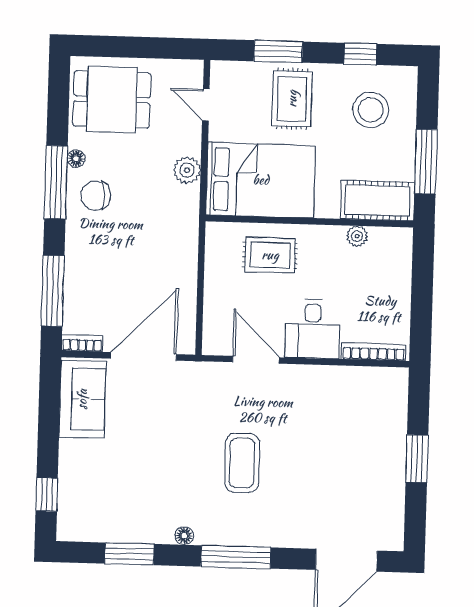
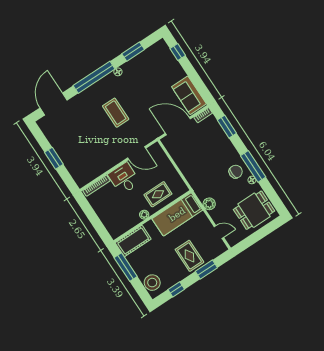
stool: (371, 110) -> (152, 283), moved
bed: (261, 180) -> (177, 214), width x0.67
plant: (357, 236) -> (144, 215), moved
window: (53, 291) -> (227, 127), width x0.69
door: (143, 356) -> (178, 126), swing flipped
window: (236, 557) -> (94, 77), width x1.46

